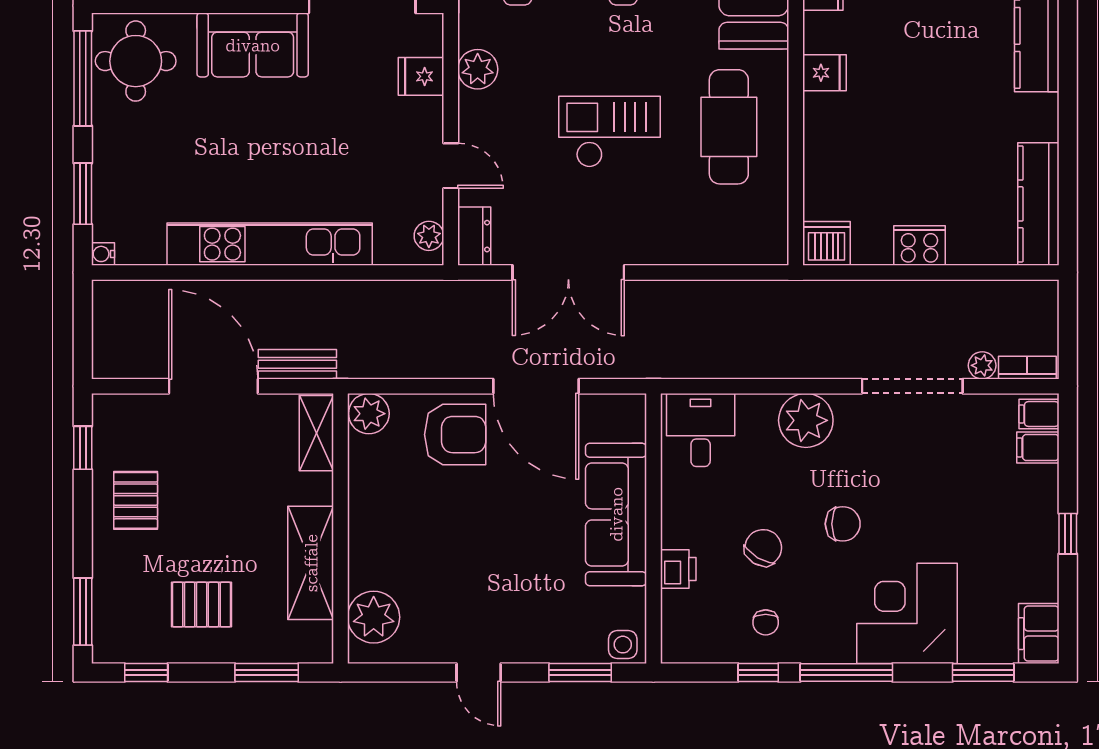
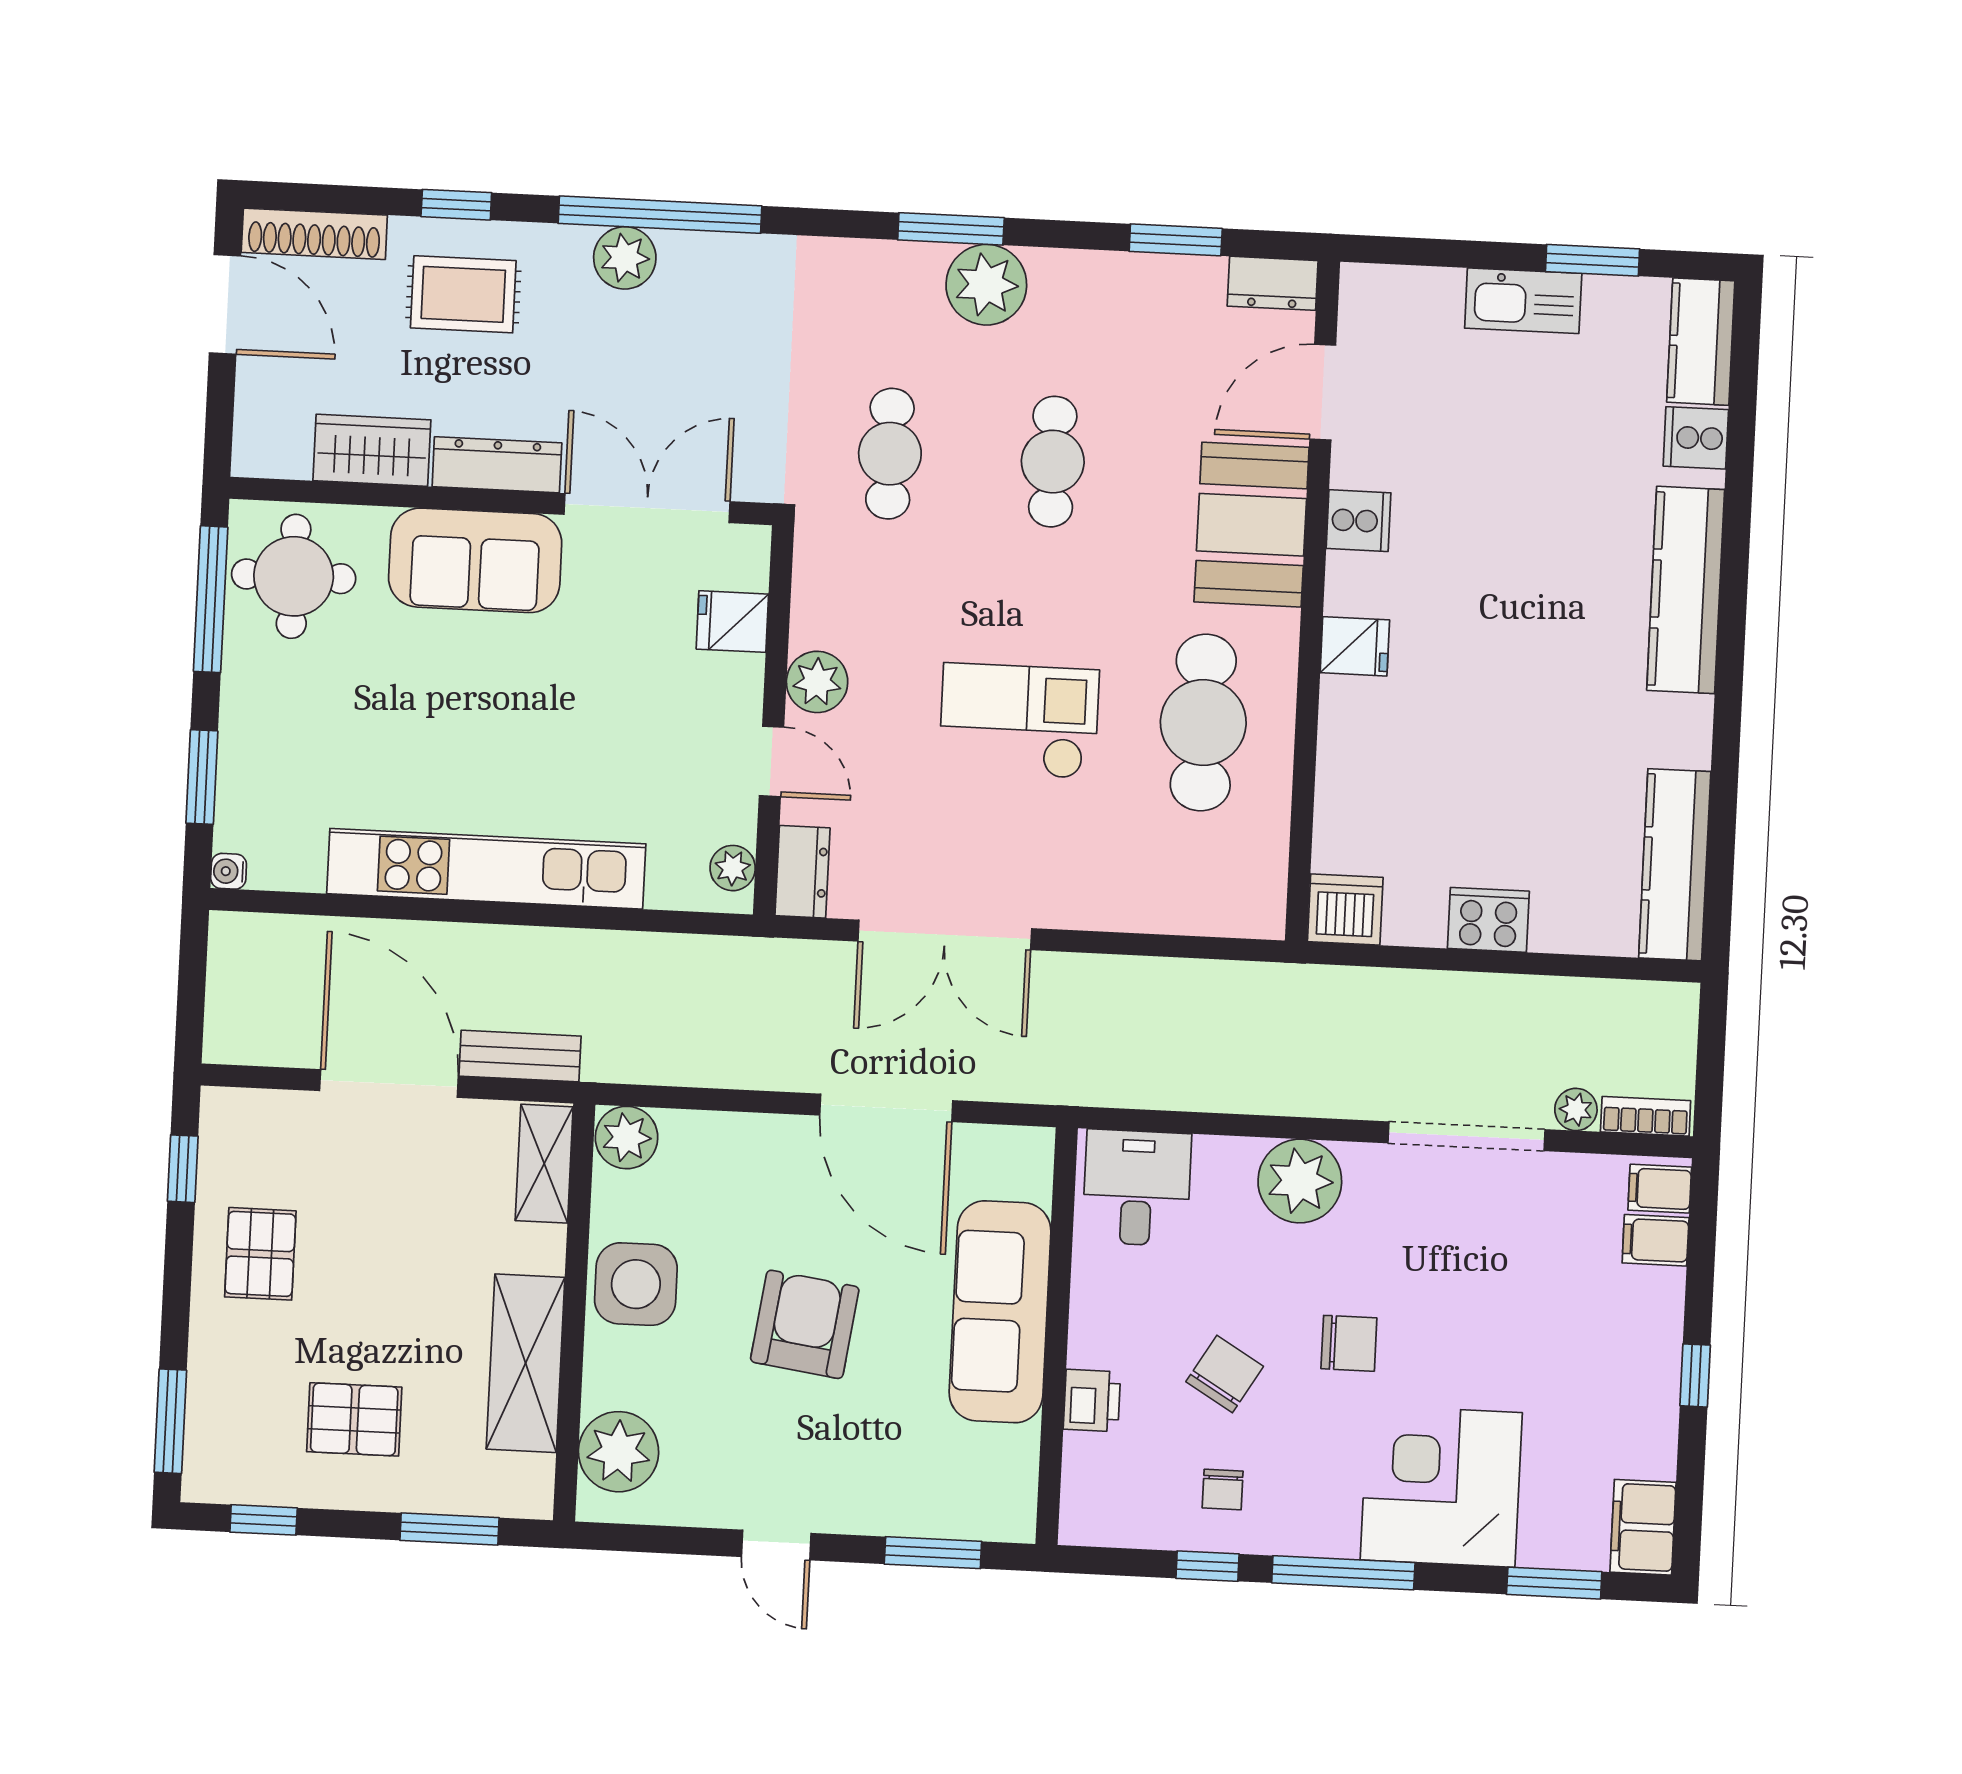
plant: (478, 69) -> (817, 682), moved
armchair: (455, 435) -> (805, 1324), moved, turned -82
side table: (623, 645) -> (636, 1284), moved, width x1.87, depth x1.87

